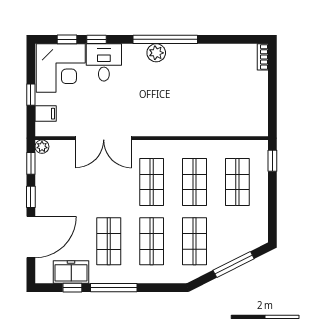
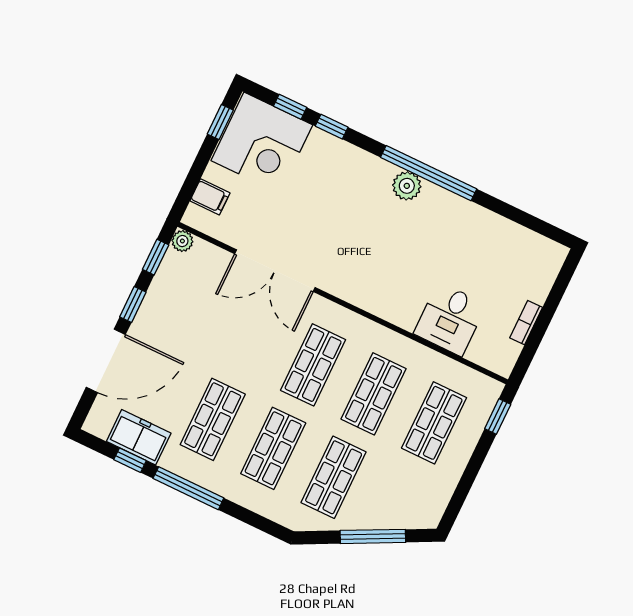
bookcase: (263, 57) -> (526, 323), moved
desk: (104, 62) -> (450, 319), moved, turned 180
window: (31, 95) -> (220, 122), moved

